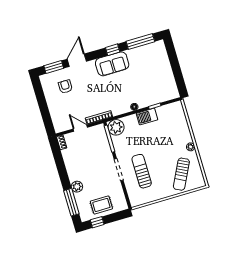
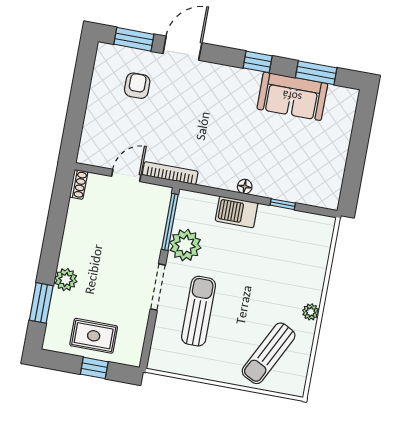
window: (140, 42) -> (316, 73), width x0.69
sofa: (112, 64) -> (292, 96), moved
barbecue: (147, 117) -> (237, 212), moved
plant: (116, 127) -> (185, 245), moved
door: (80, 128) -> (126, 175), hinge flipped
window: (71, 202) -> (41, 303), width x0.69
window: (97, 222) -> (94, 368), moved

